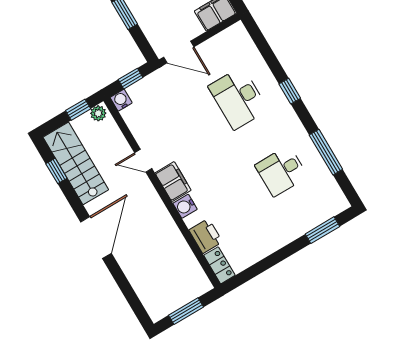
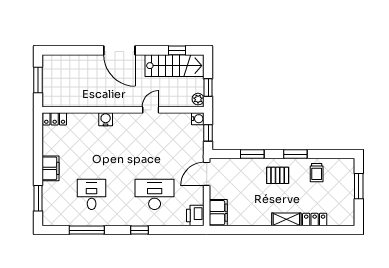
filing cabinet: (173, 182) -> (51, 168), moved, turned -90
printer: (206, 236) -> (195, 215), moved, turned 90

